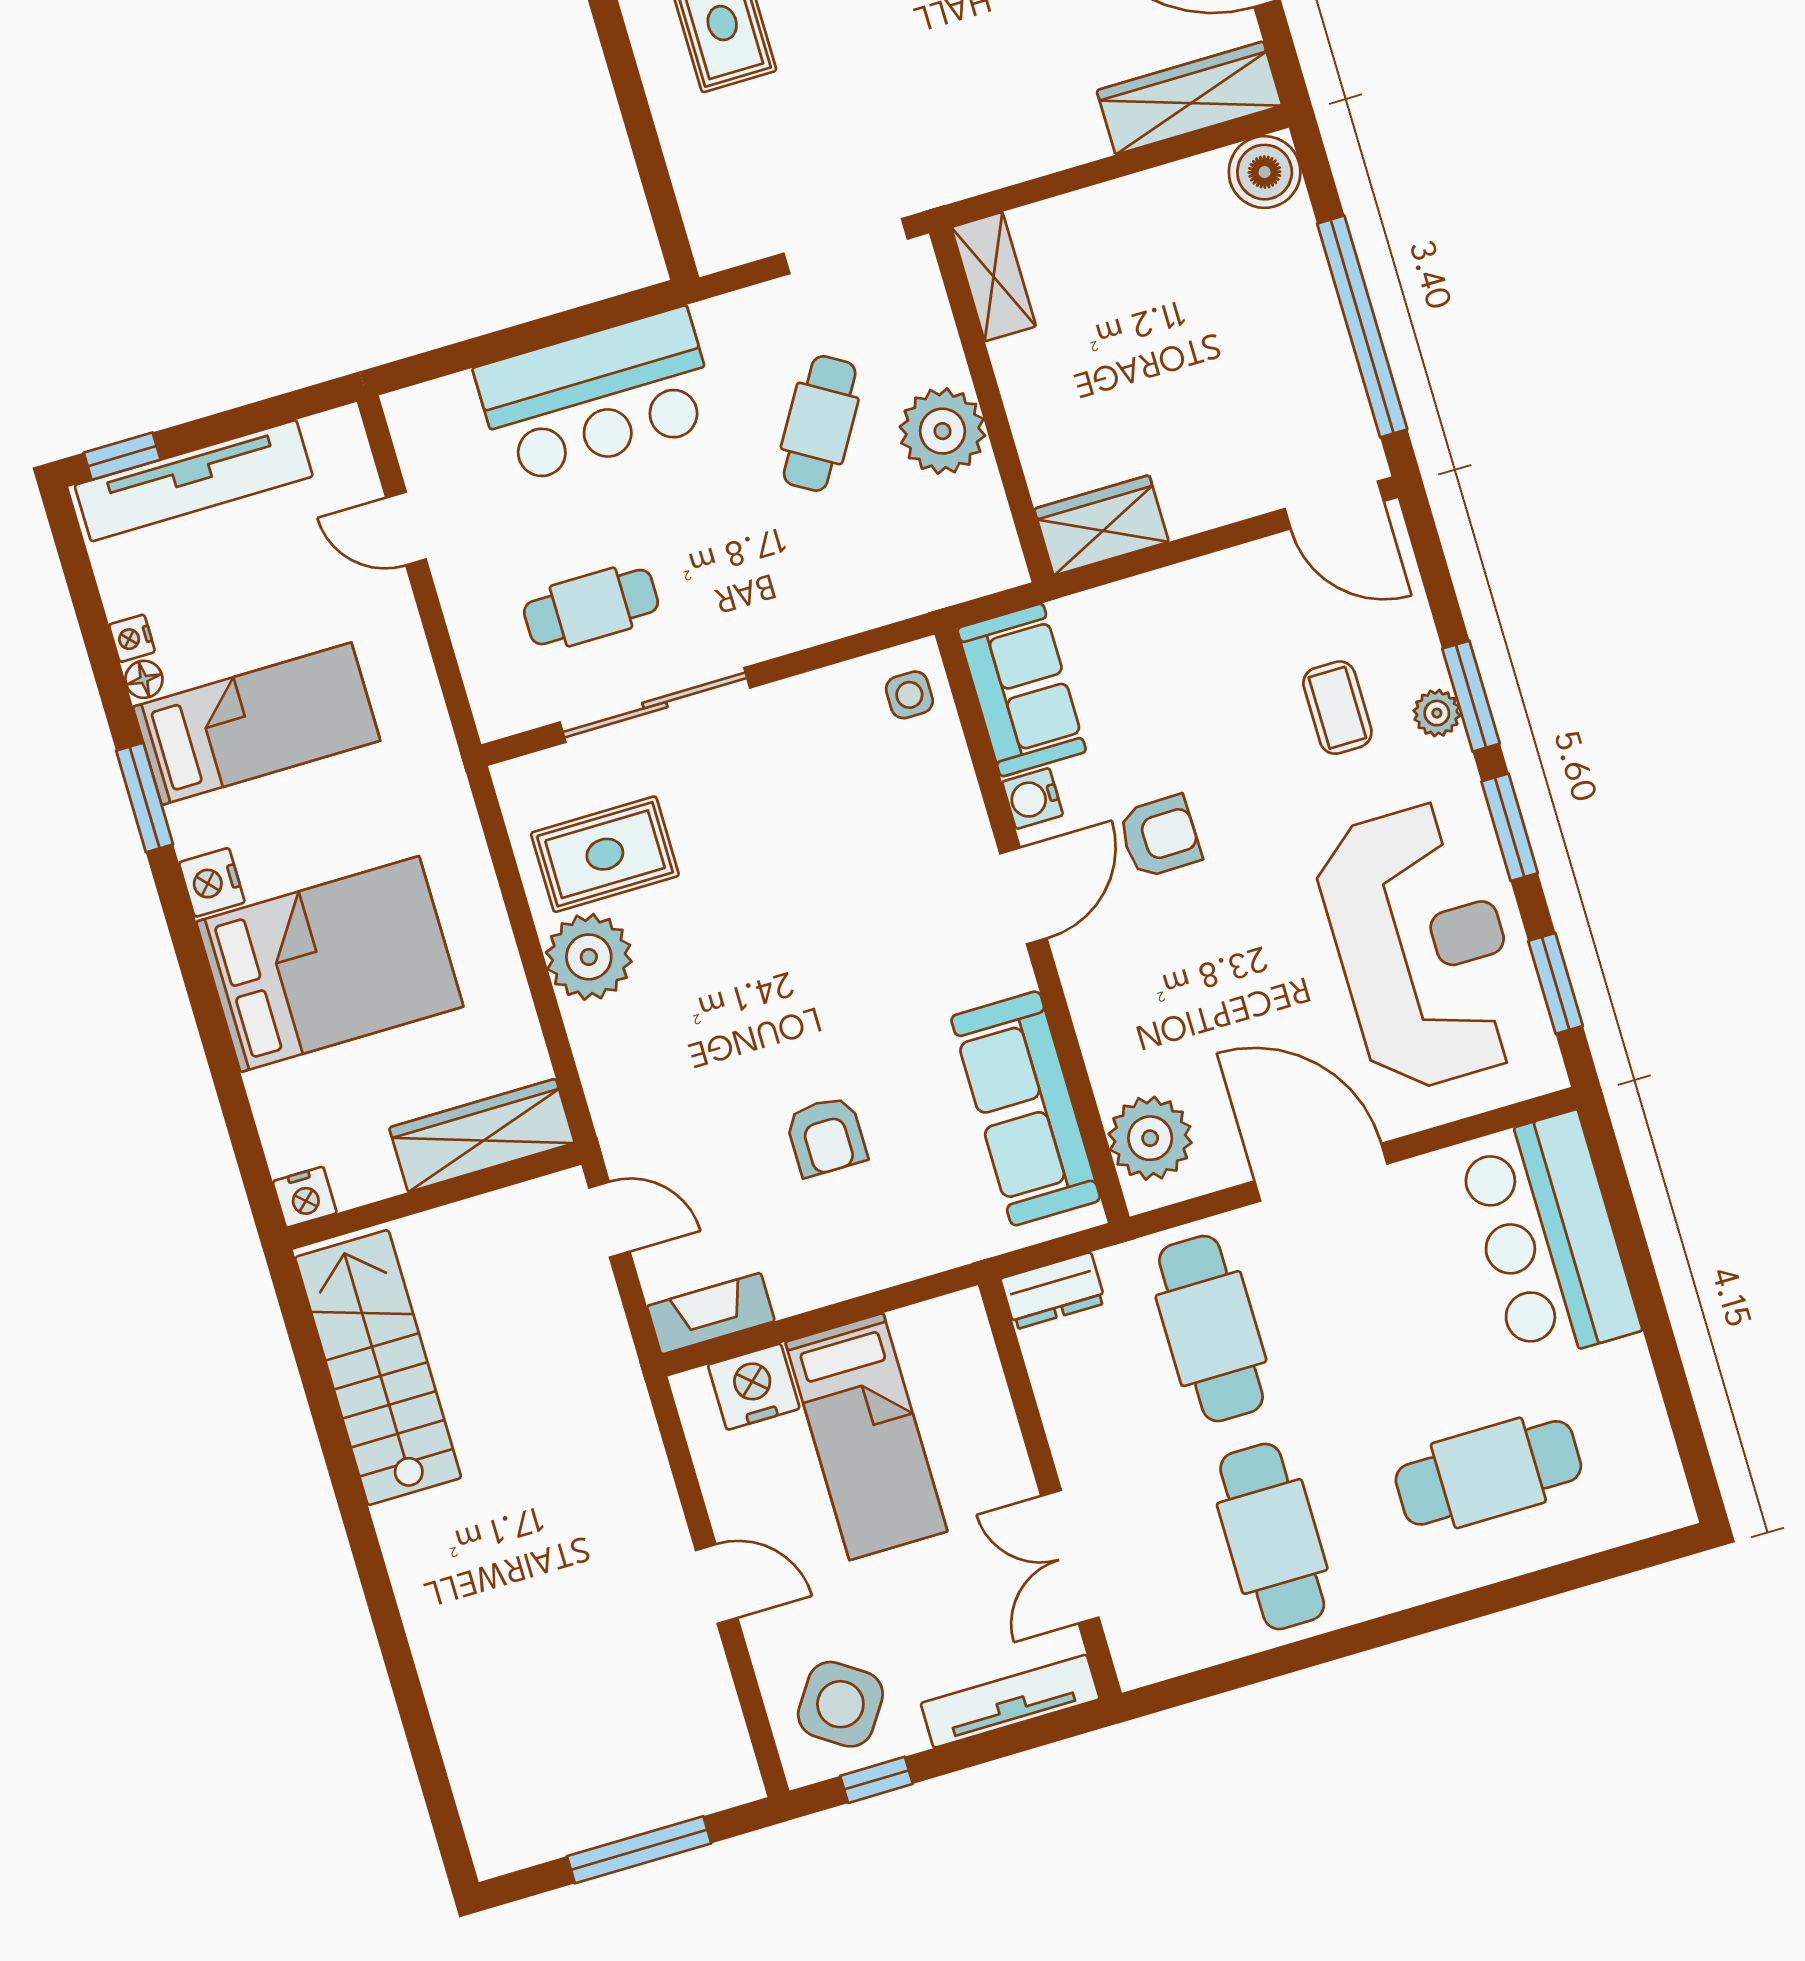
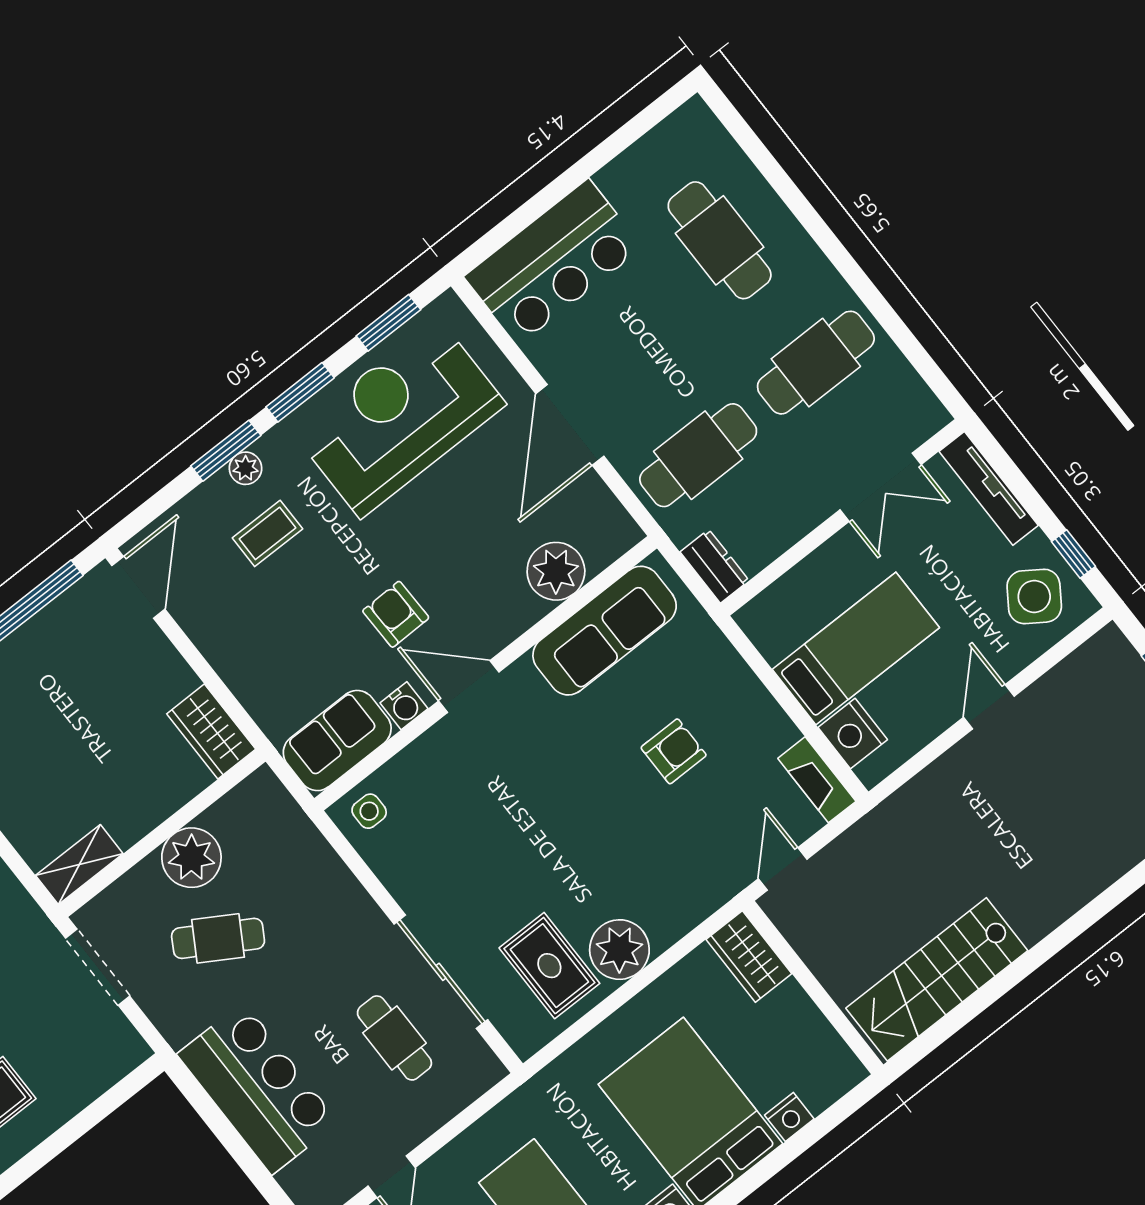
wardrobe: (482, 1135) -> (749, 957), width x0.67
plant: (1150, 1138) -> (556, 571), moved
nightstand: (305, 1197) -> (789, 1117), moved, turned 90

